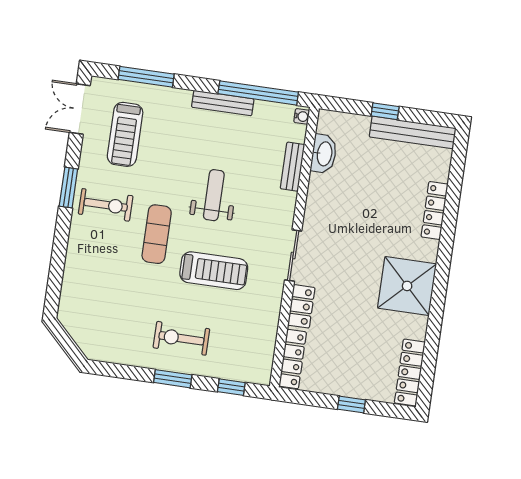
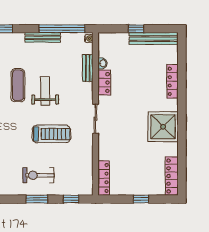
washbasin: (324, 154) -> (103, 63), width x0.52, depth x0.69
exercise mat: (157, 234) -> (18, 85), moved
locker: (301, 306) -> (104, 82), moved

